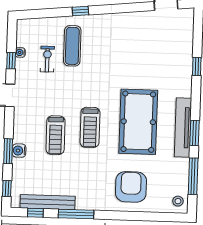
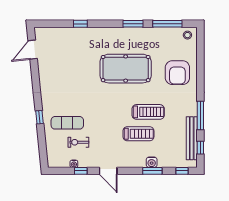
treadmill: (90, 127) -> (148, 112), moved
tv unit: (183, 128) -> (129, 33), removed
armchair: (131, 187) -> (177, 73), turned -90

